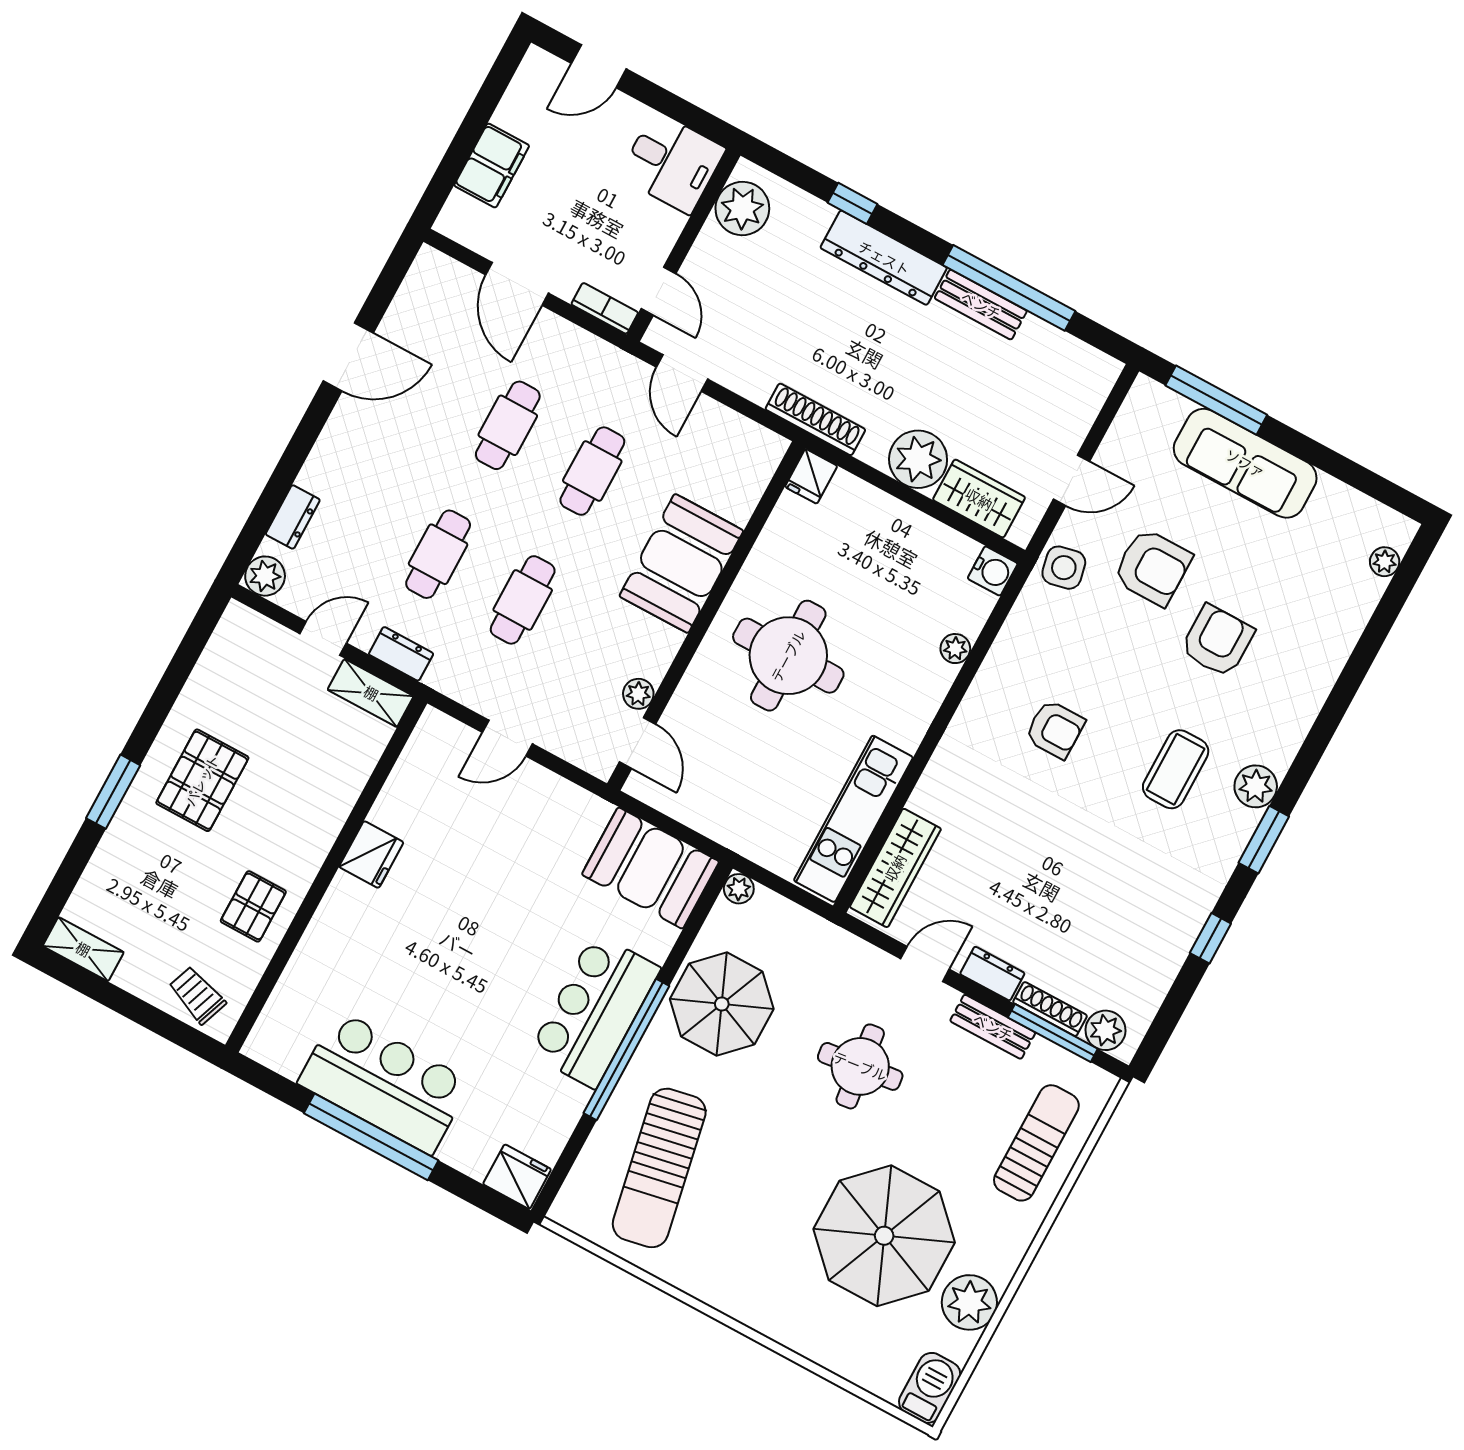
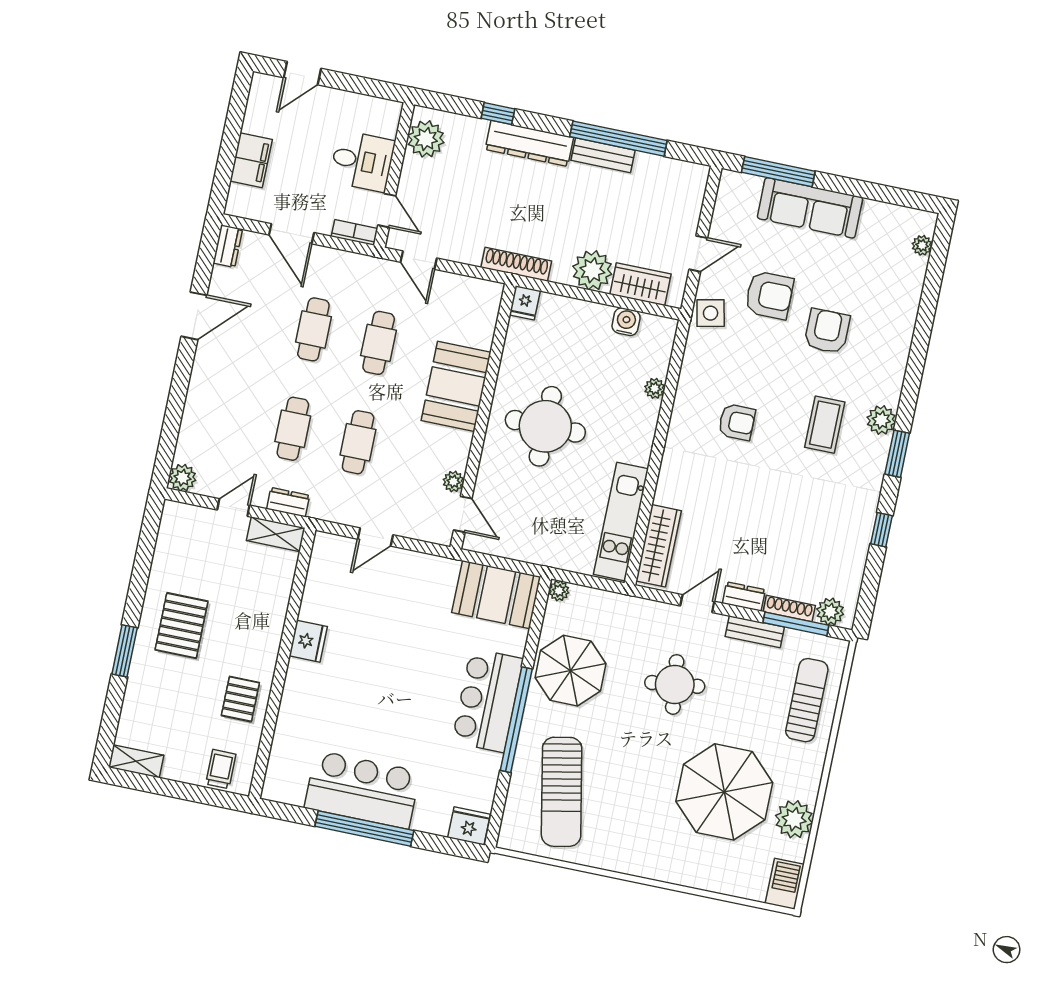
desk: (672, 163) -> (362, 161), moved
dresser: (293, 517) -> (228, 246), moved
water cooler: (993, 571) -> (626, 322), moved, turned -90
trolley: (197, 995) -> (221, 769), turned 70

